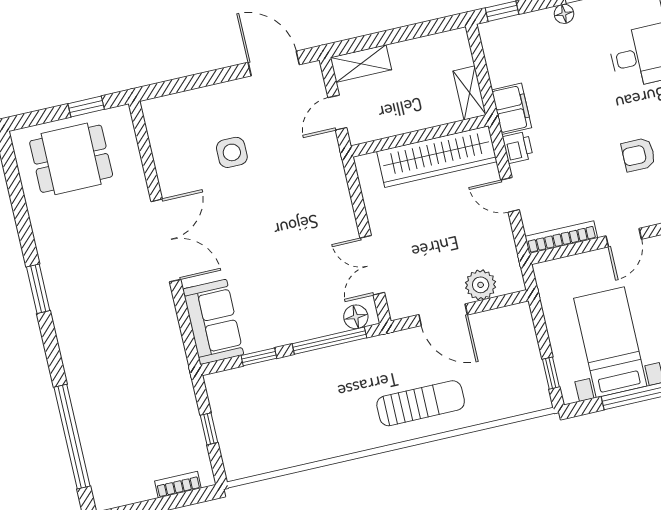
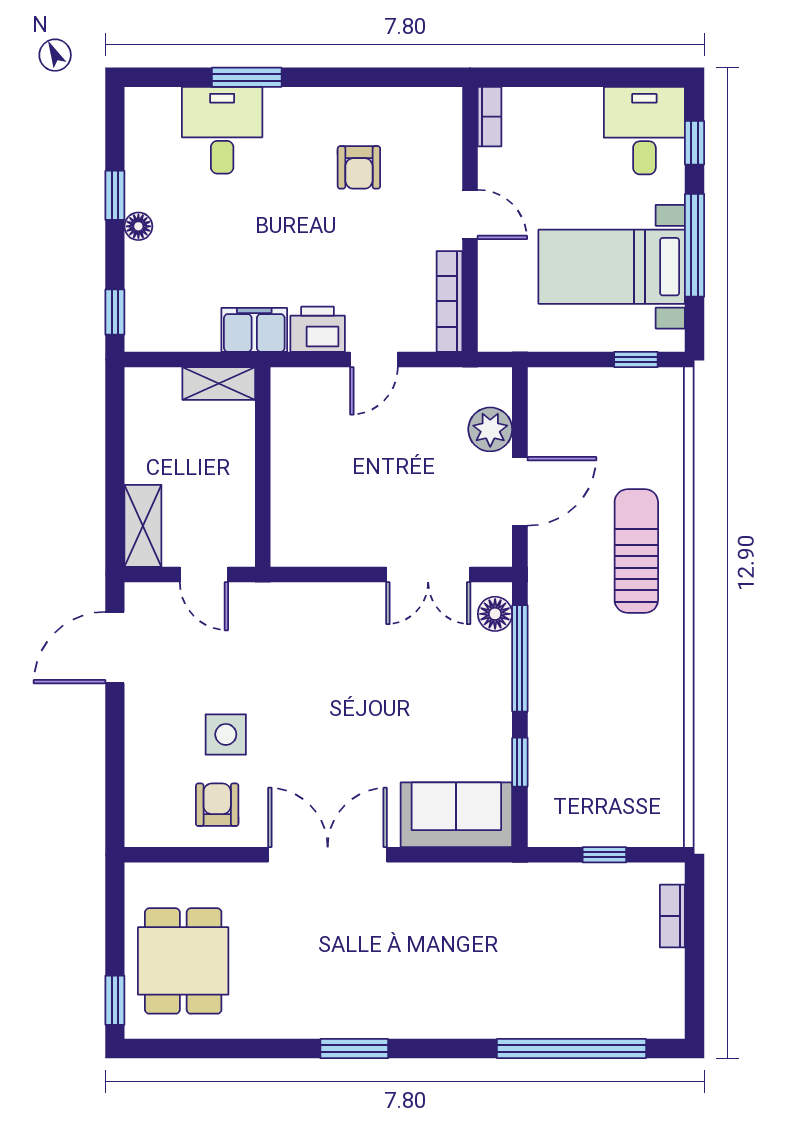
window: (86, 106) -> (115, 1000), moved
printer: (518, 148) -> (318, 329), width x1.36, depth x1.24
wardrobe: (437, 157) -> (297, 450), removed
armchair: (183, 158) -> (217, 805), added

